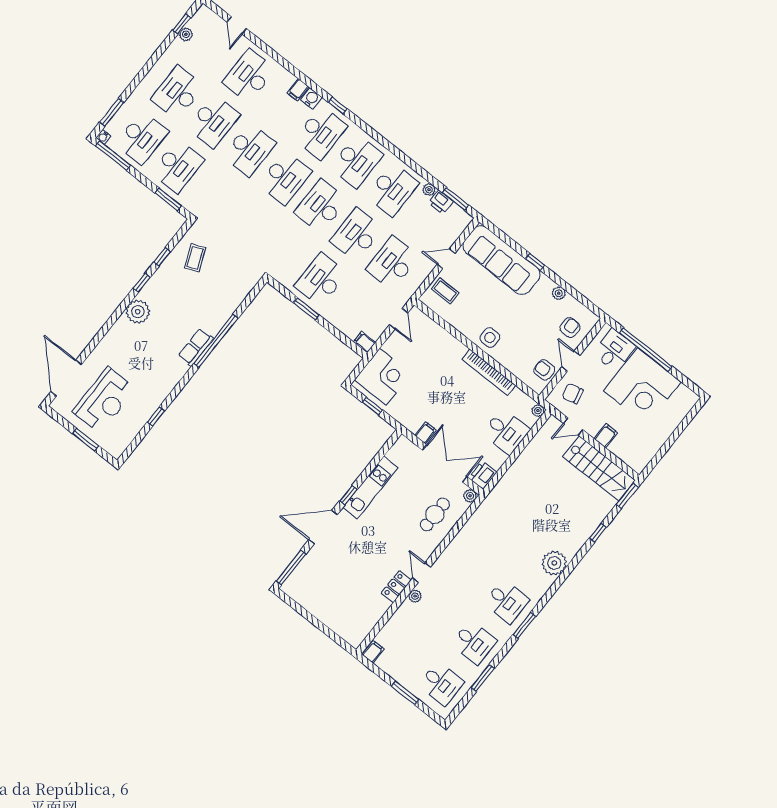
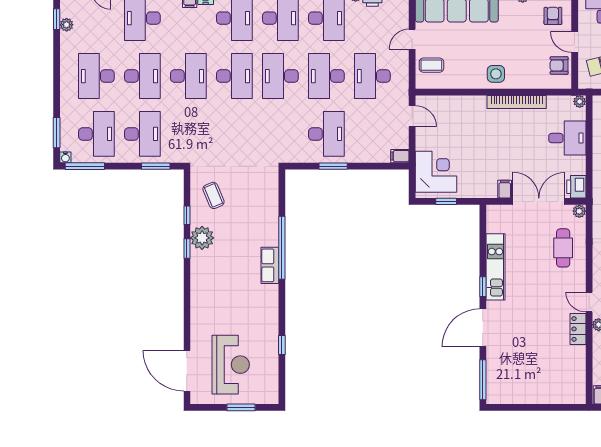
desk: (321, 280) -> (326, 134), turned 180
plant: (138, 312) -> (202, 238), moved

